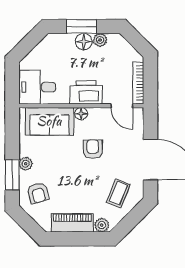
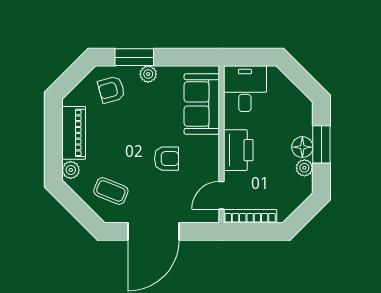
floor lamp: (81, 114) -> (211, 144), removed

